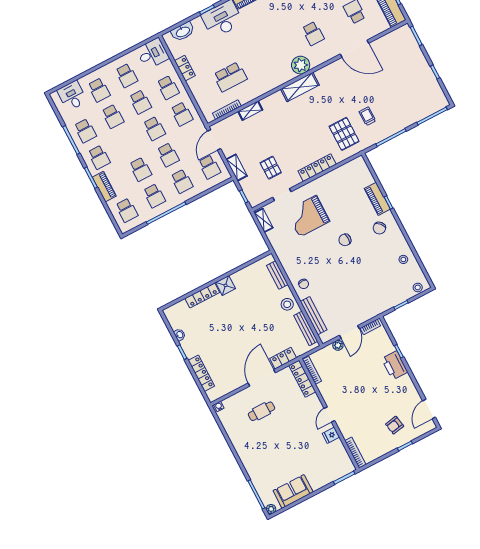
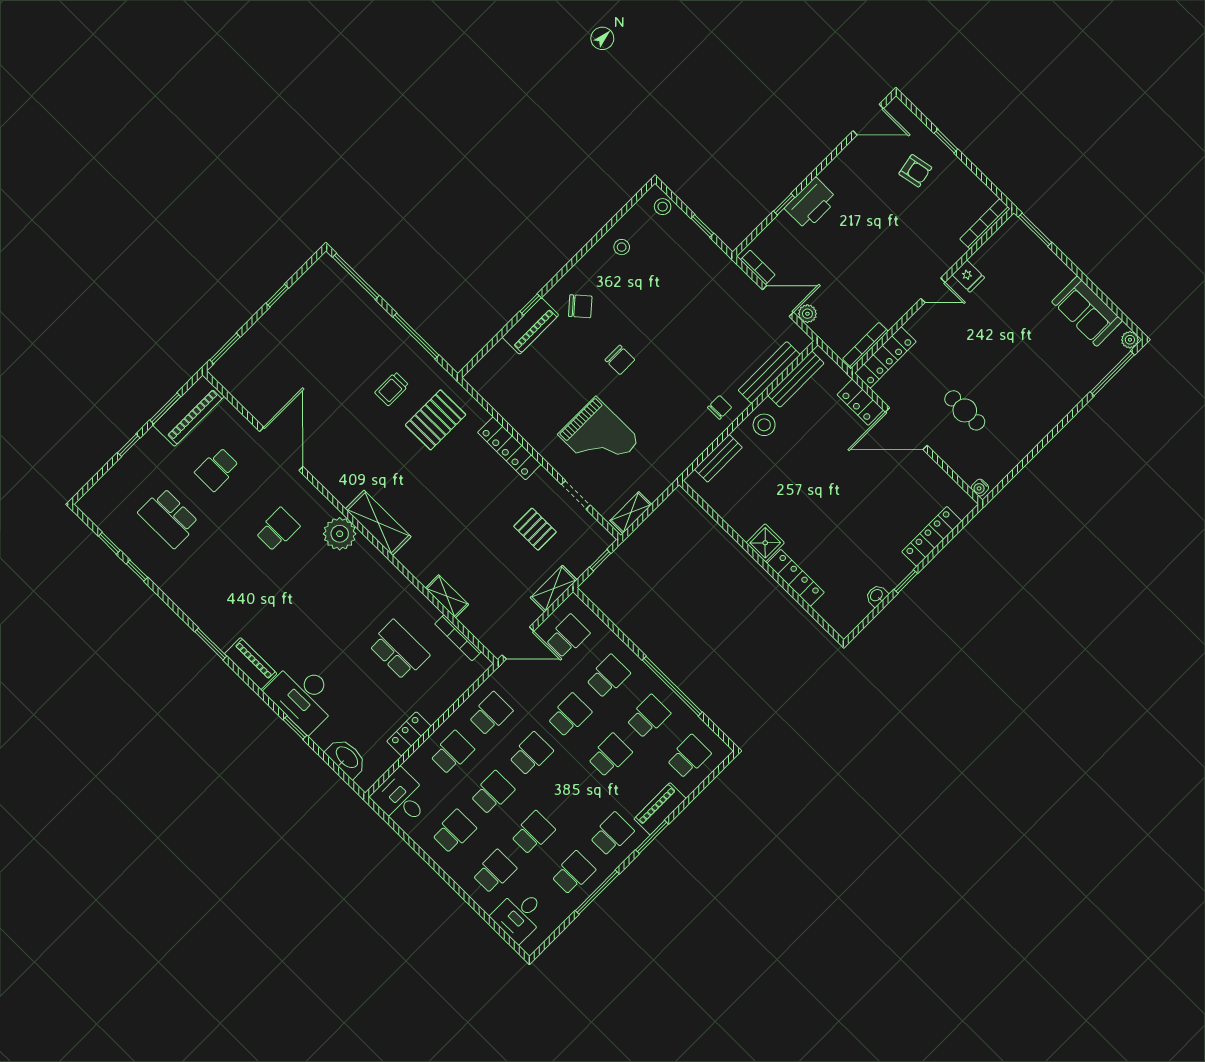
pallet: (271, 168) -> (535, 529), turned 90

